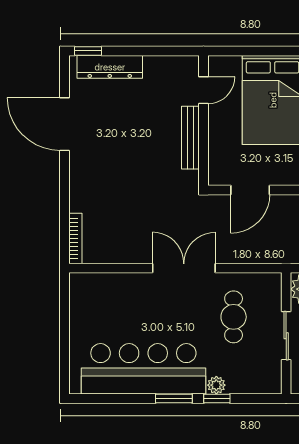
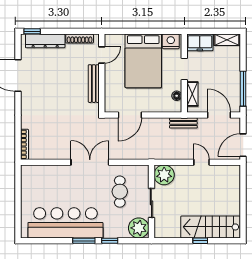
shoe rack: (167, 63) -> (80, 39), added
plant: (216, 385) -> (139, 228), moved, width x1.88, depth x1.88

